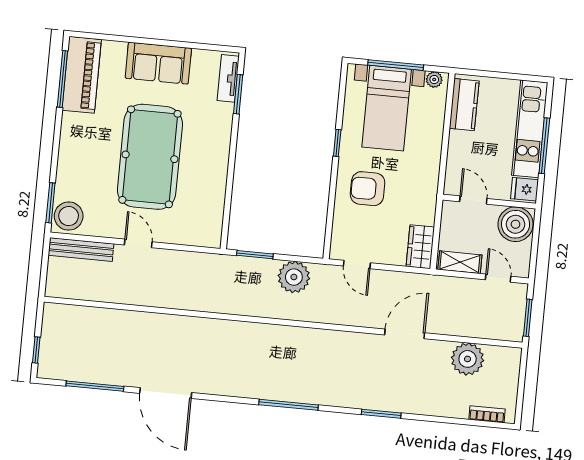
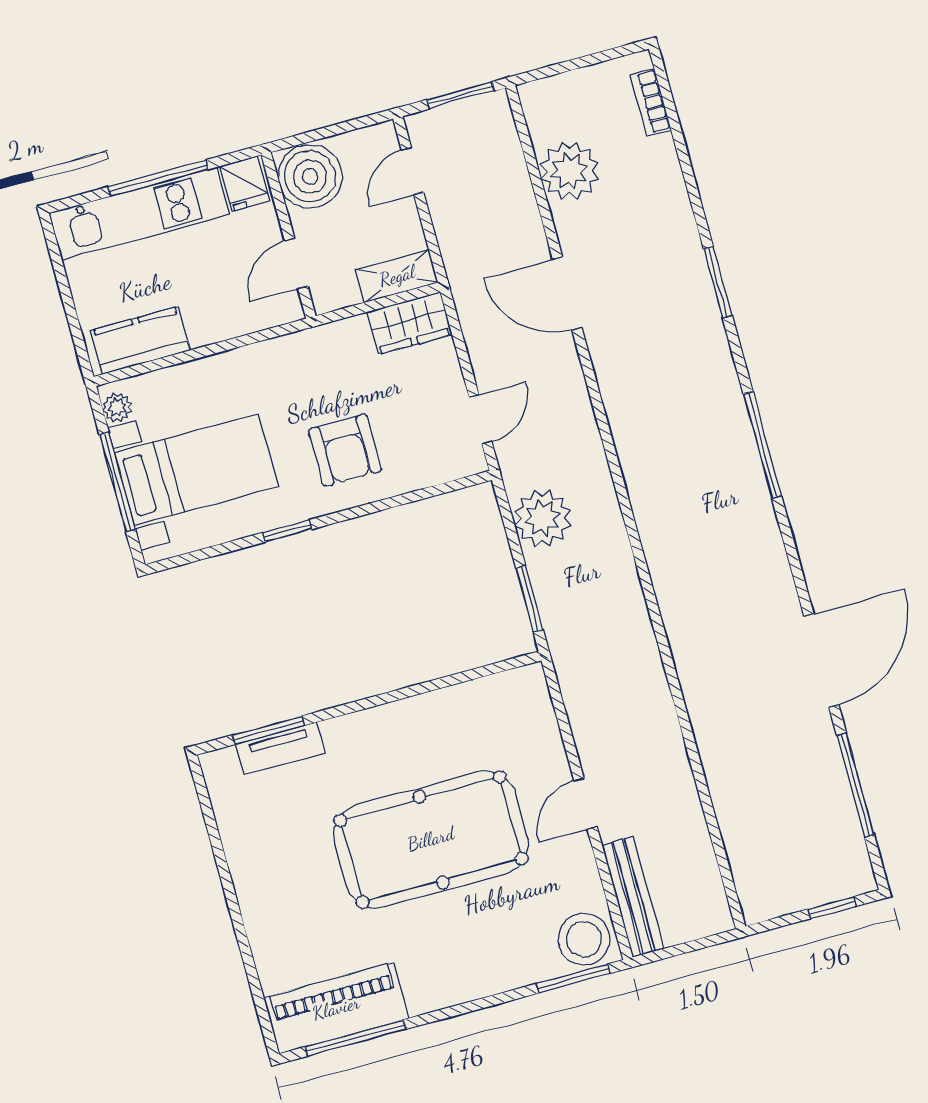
sofa: (158, 63) -> (267, 886), removed
tv unit: (228, 78) -> (280, 749), moved
shelving: (460, 262) -> (397, 276), moved, turned 90

